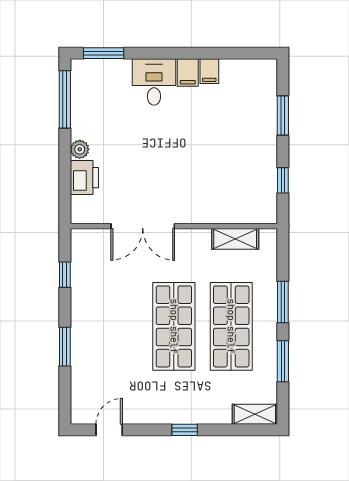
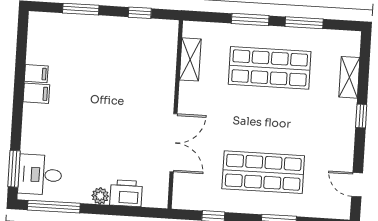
desk: (154, 82) -> (40, 175), moved
shop shelf: (174, 326) -> (263, 172), moved
shelving: (255, 414) -> (349, 77), moved

